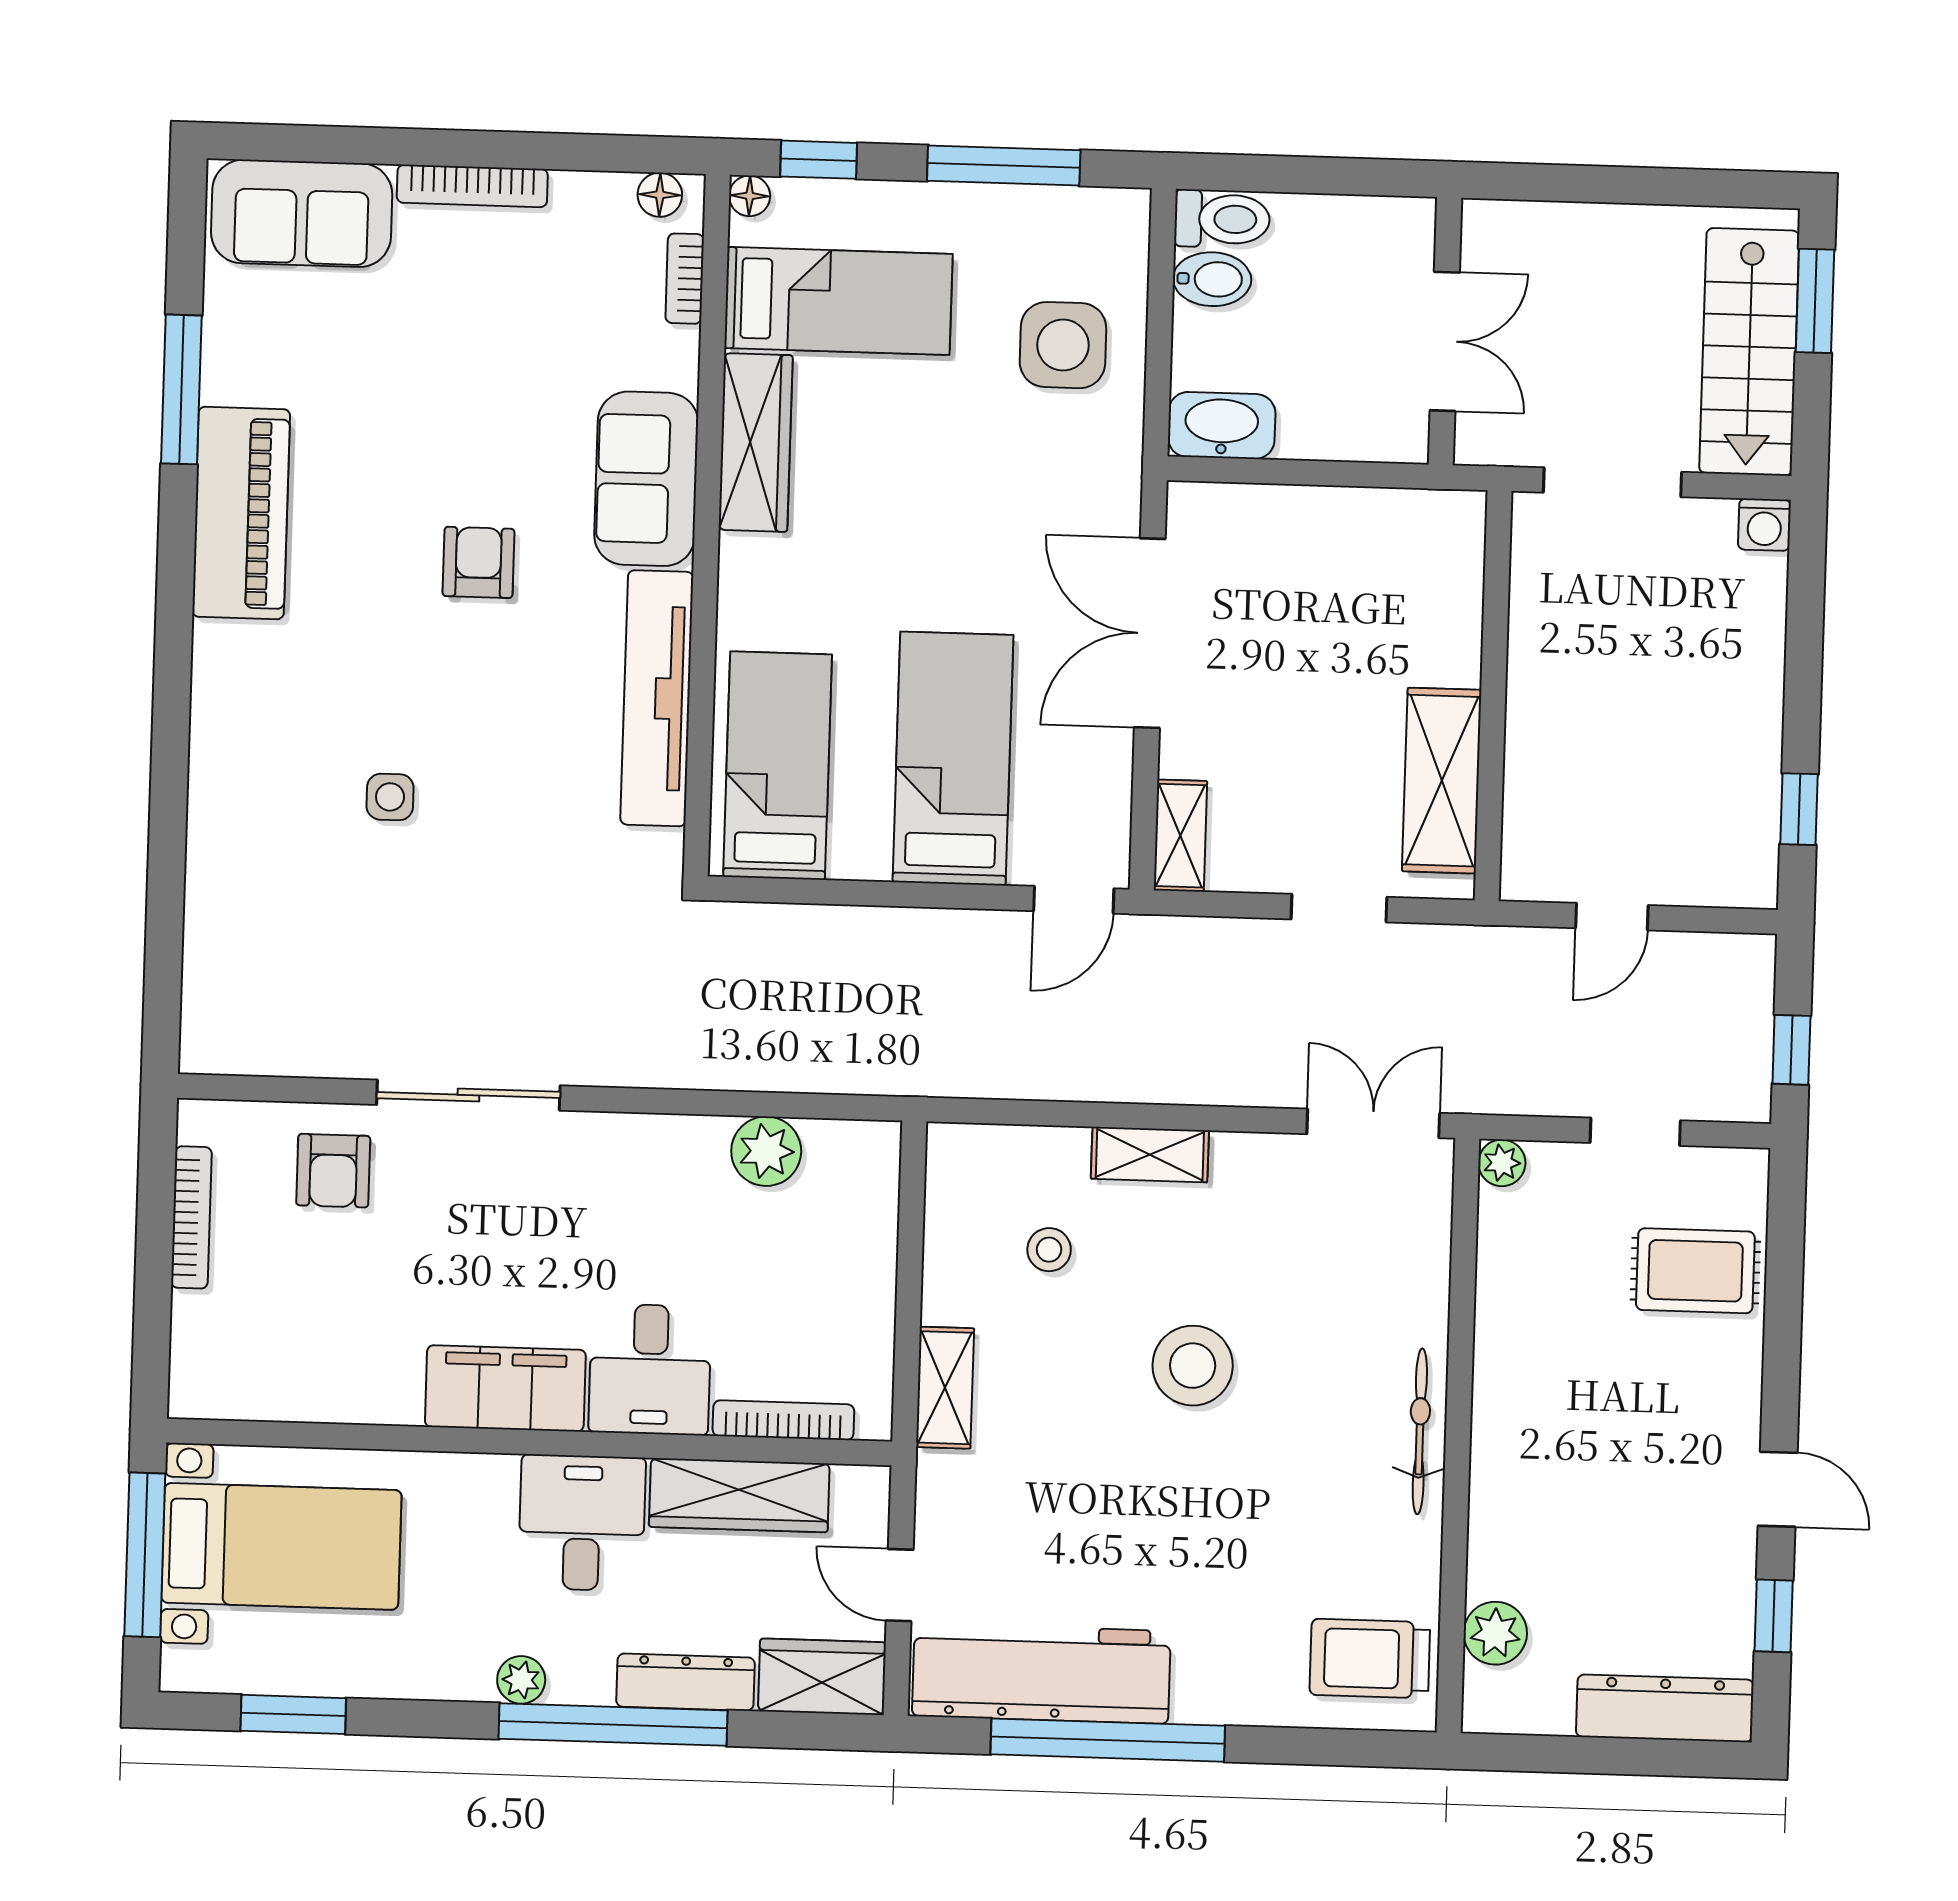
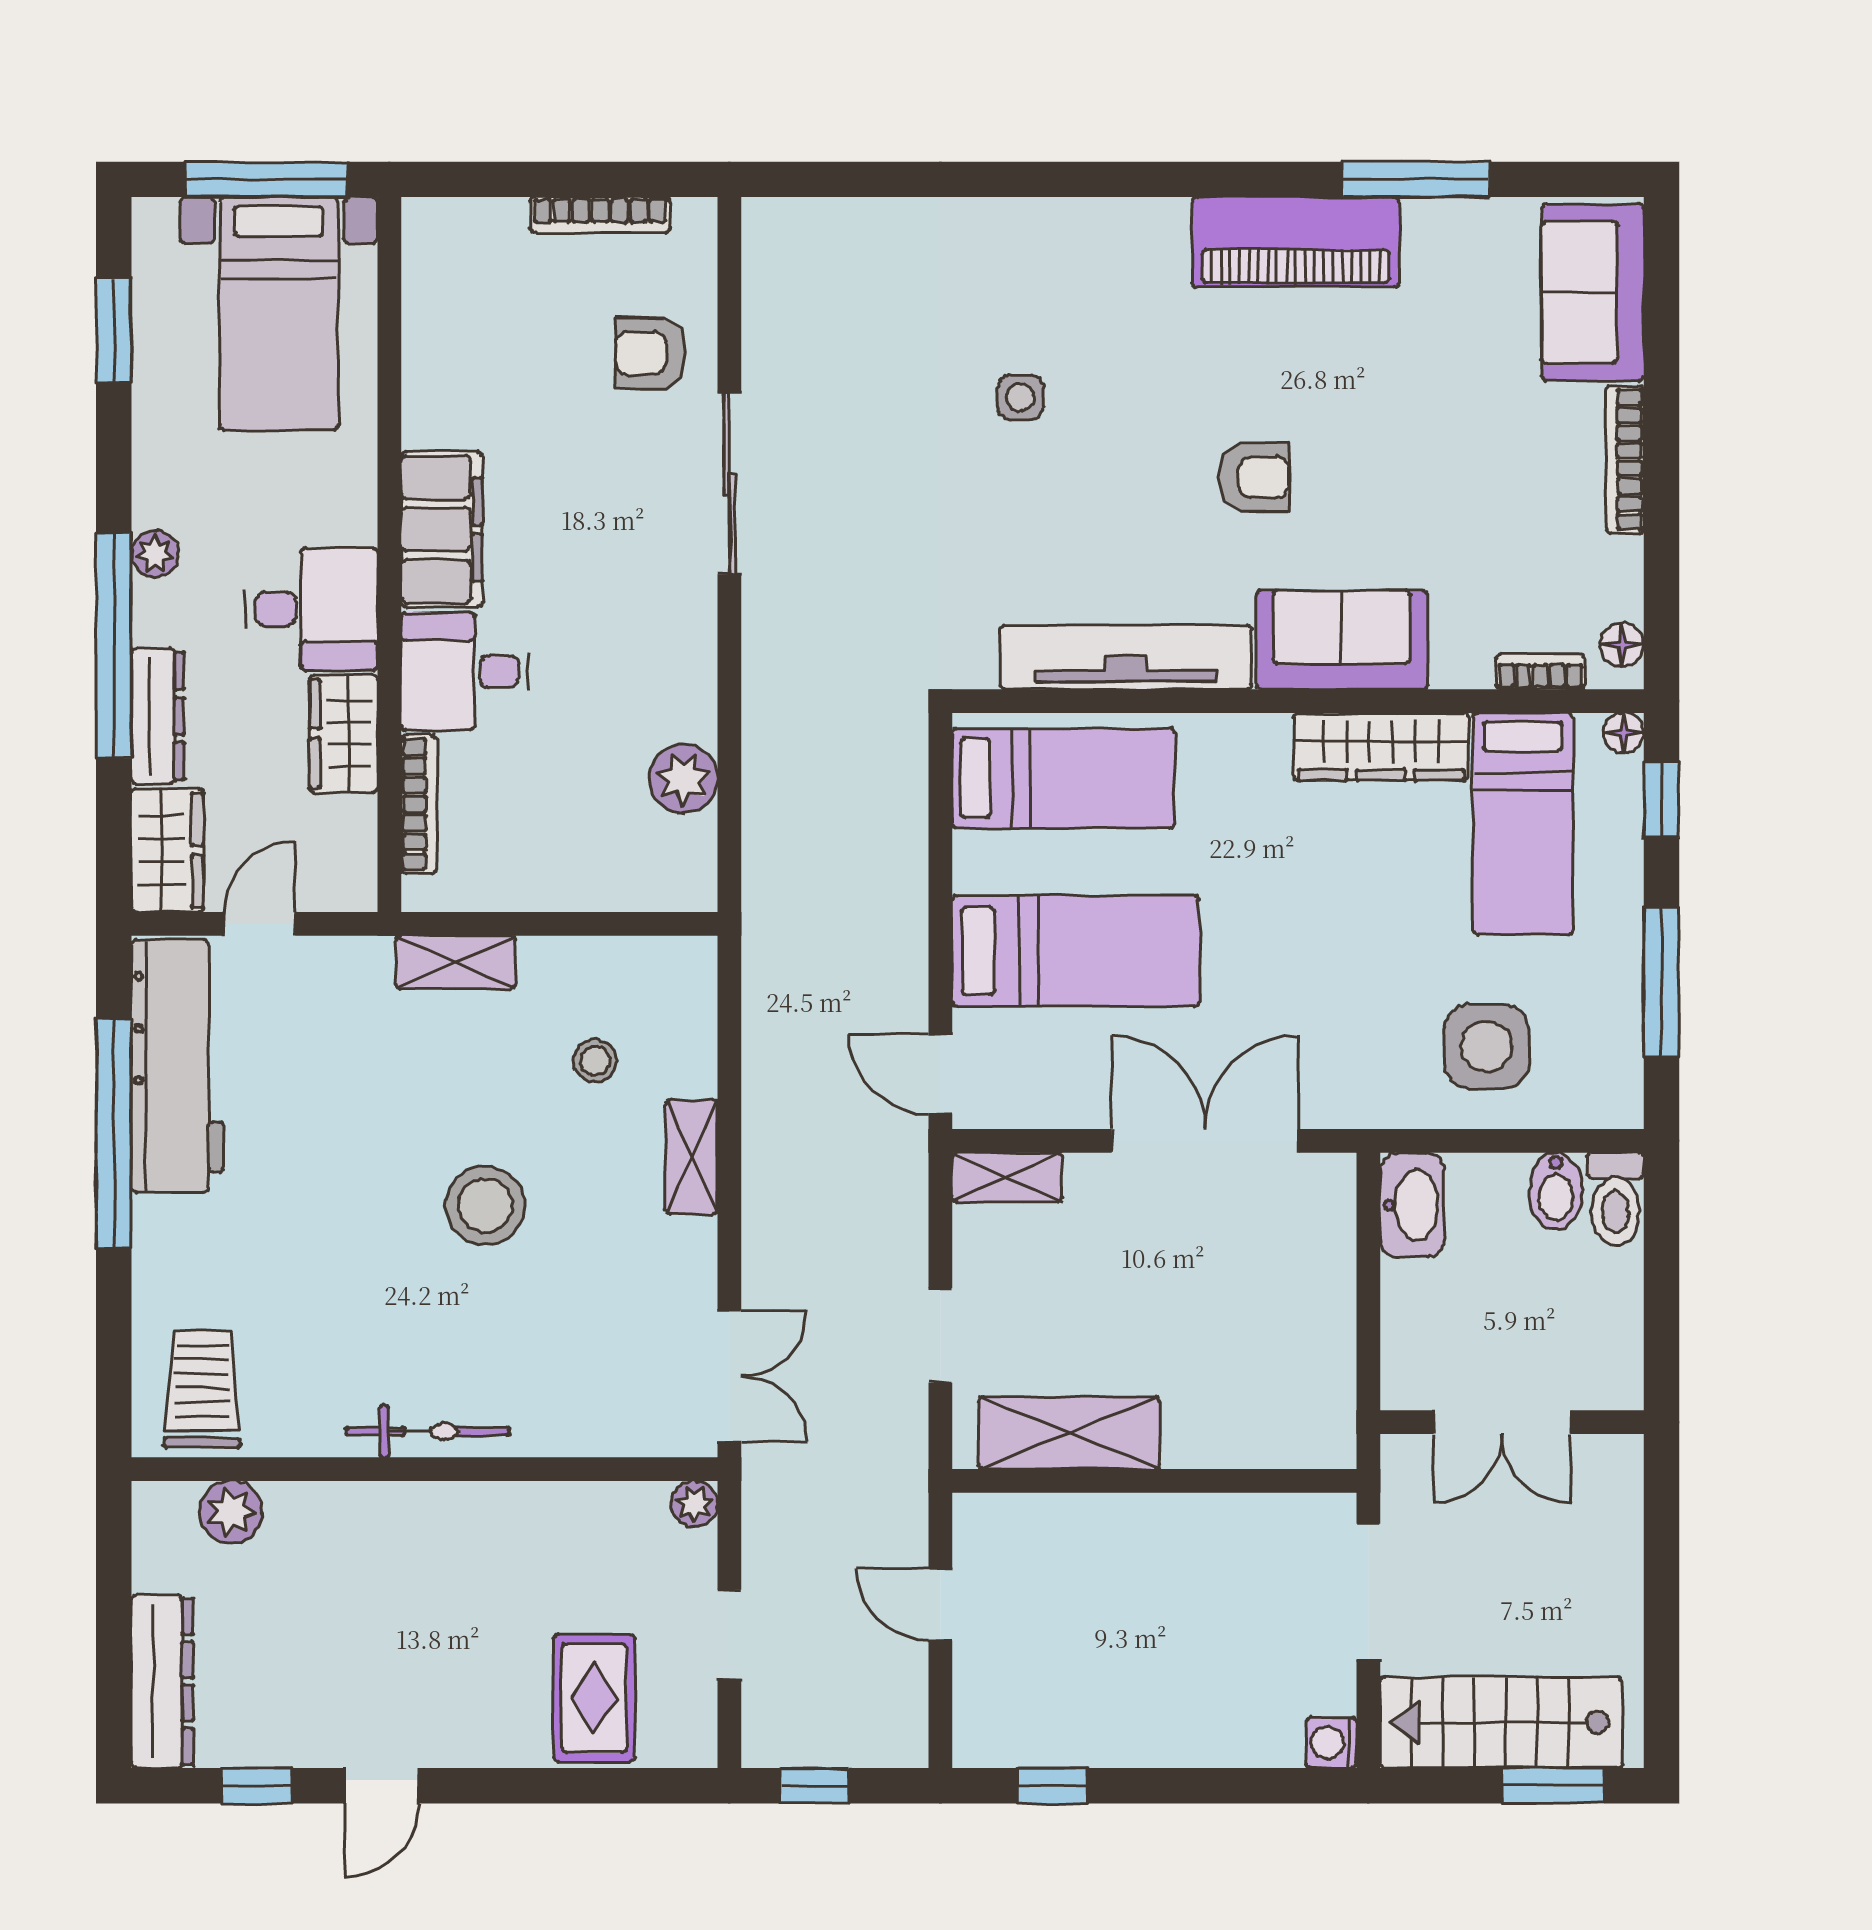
wardrobe: (739, 1495) -> (343, 734), width x0.67

